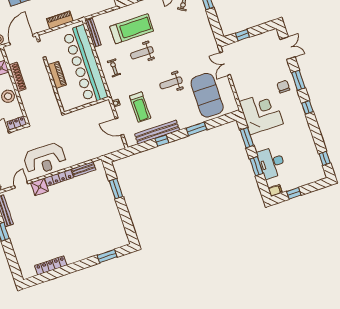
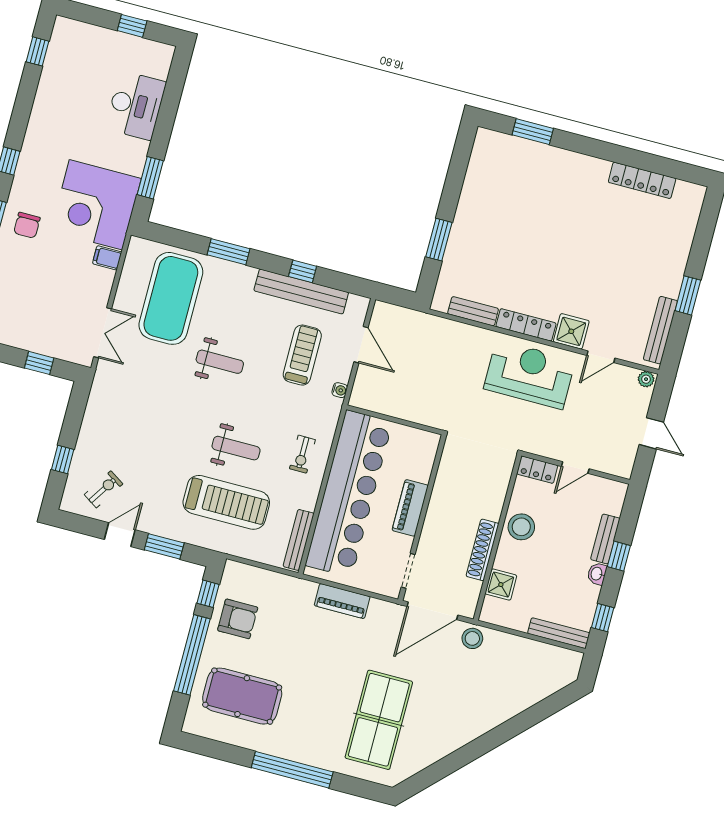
treadmill: (132, 29) -> (226, 502), turned 180
window: (256, 166) -> (166, 116), removed
filing cabinet: (275, 190) -> (107, 258), moved

